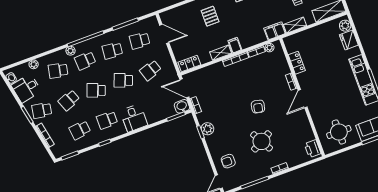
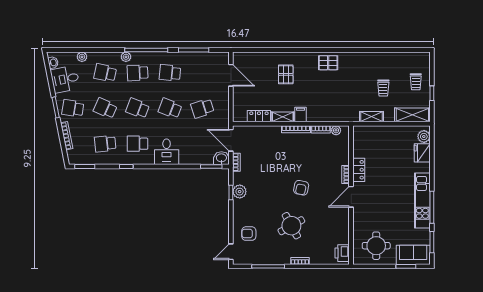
filing cabinet: (275, 31) -> (348, 115), removed
school desk: (140, 41) -> (202, 73), removed
locker: (297, 63) -> (359, 170), moved
locker: (189, 64) -> (259, 116), moved
school desk: (69, 100) -> (105, 108), turned 45

